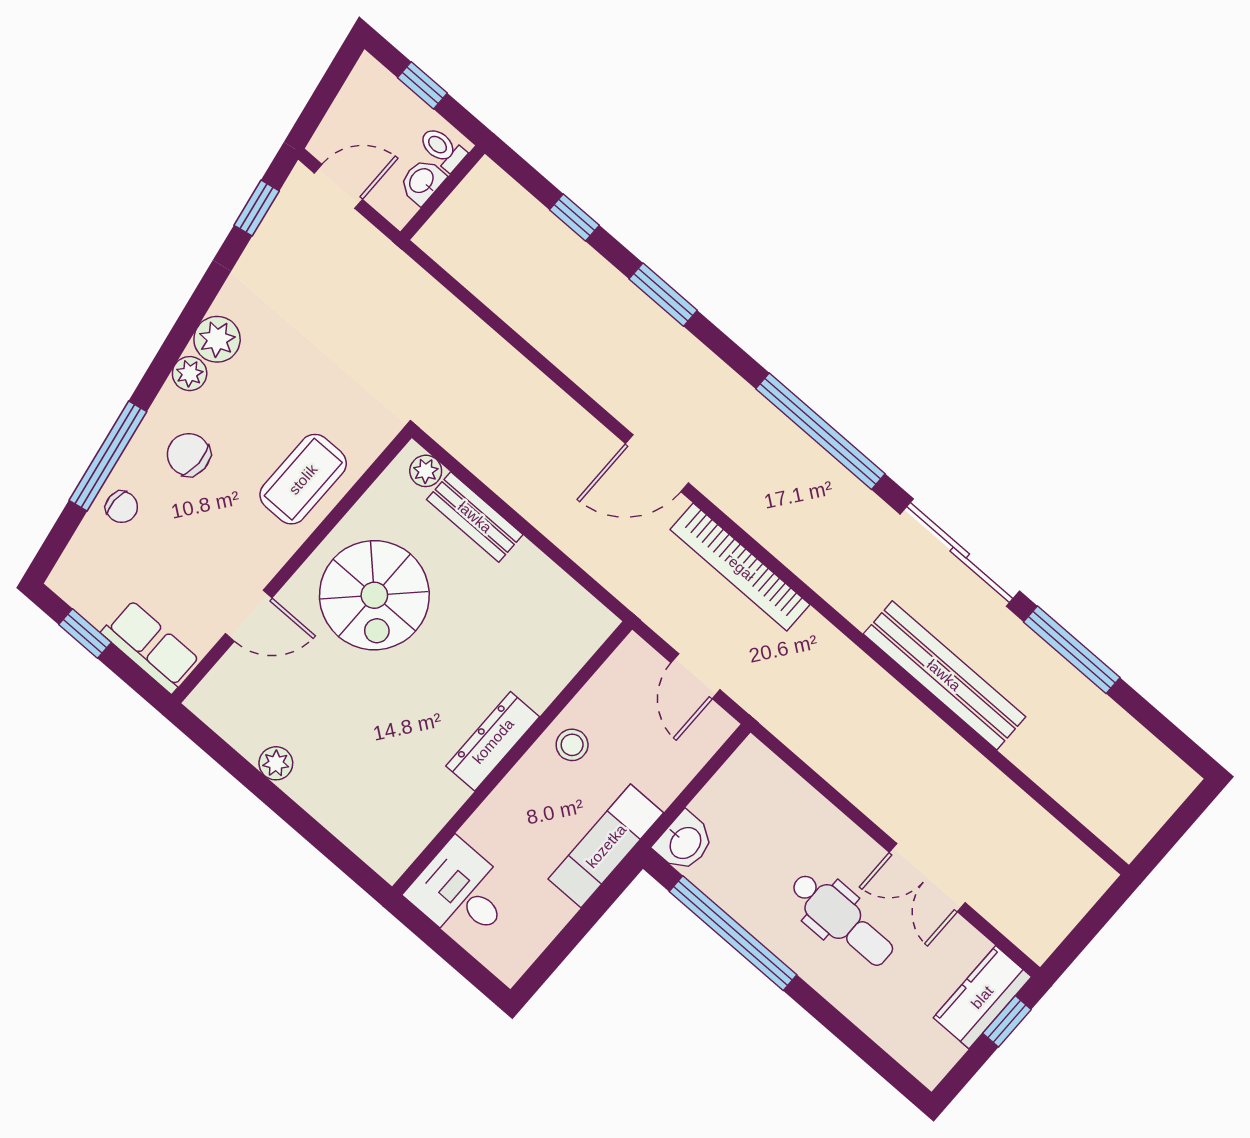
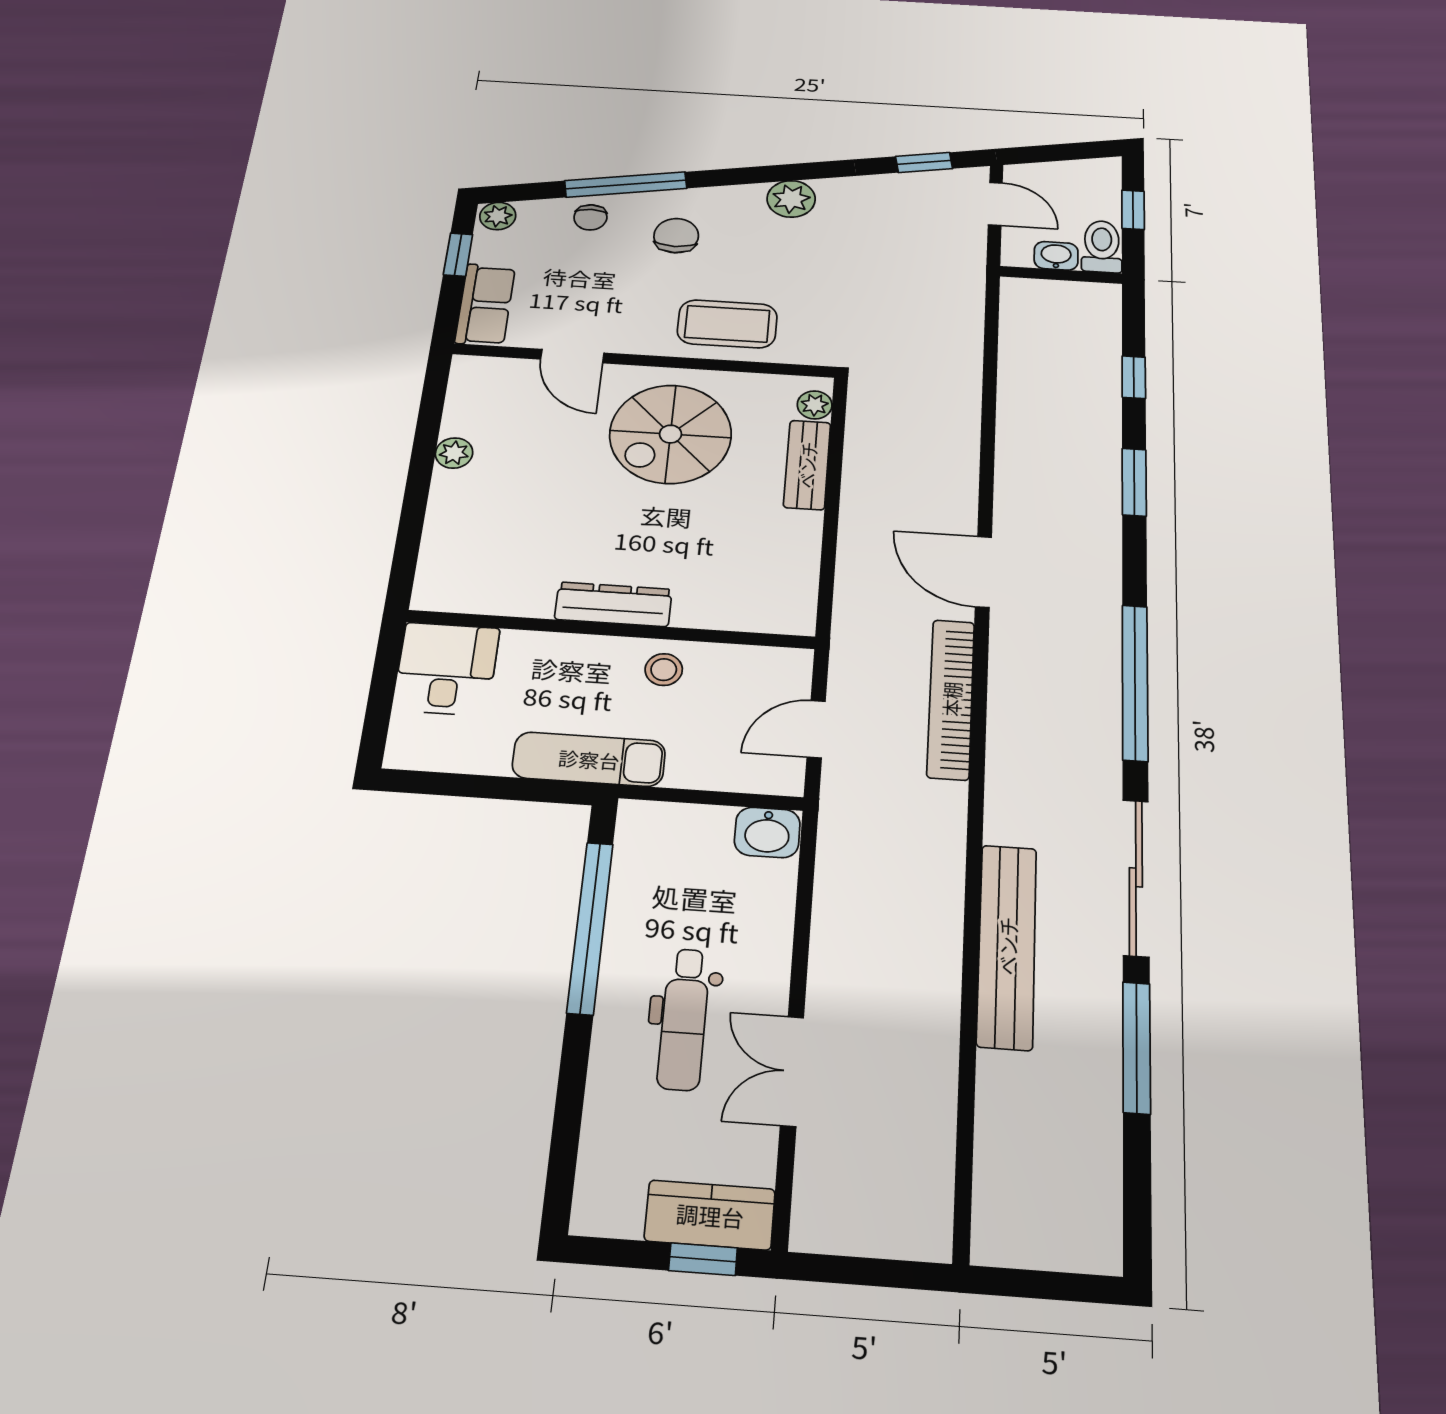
toilet: (442, 149) -> (1102, 246), width x1.37, depth x1.39
plant: (190, 374) -> (498, 216), moved
washbasin: (684, 842) -> (767, 832), moved

